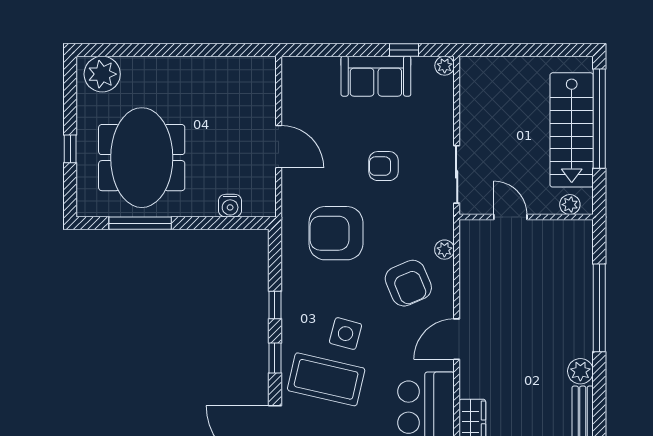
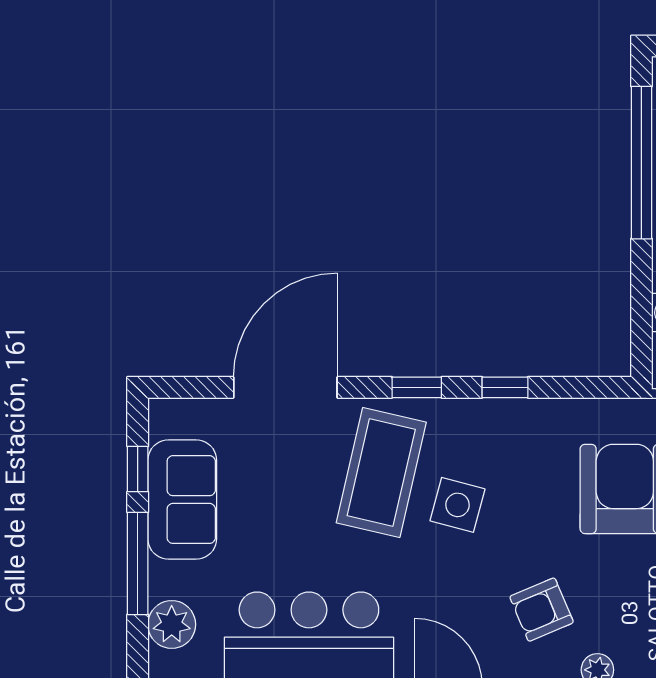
window: (140, 223) -> (641, 163), width x1.46
armchair: (408, 283) -> (542, 610), width x0.72, depth x0.72

